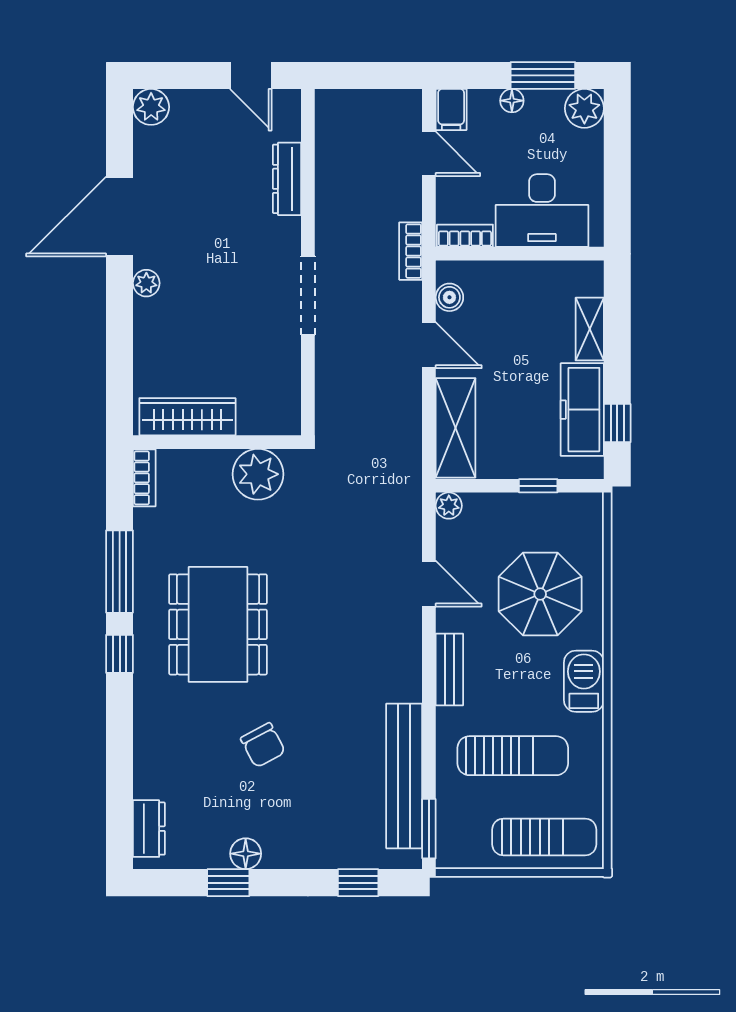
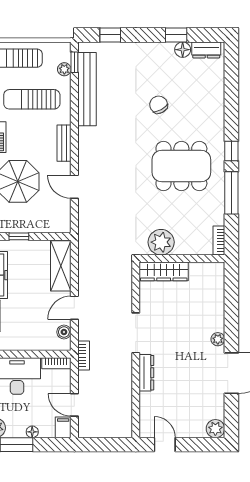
dresser: (287, 179) -> (146, 373), moved
door: (429, 345) -> (74, 308), hinge flipped
wardrobe: (187, 417) -> (164, 271), moved
plant: (449, 506) -> (64, 69), moved
dining table: (218, 624) -> (181, 166), turned 90
dresser: (149, 829) -> (206, 50), moved, turned -90
window: (429, 829) -> (74, 62), width x0.67
floor lamp: (246, 854) -> (183, 50), moved

